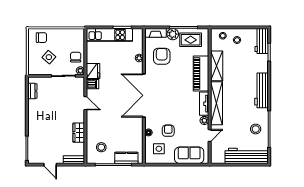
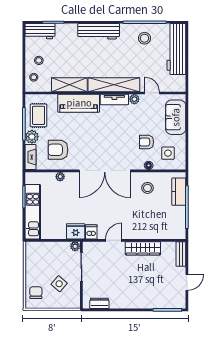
chair: (76, 57) -> (59, 252), removed
wardrobe: (79, 133) -> (143, 248), width x1.50
stool: (101, 147) -> (147, 188), moved

